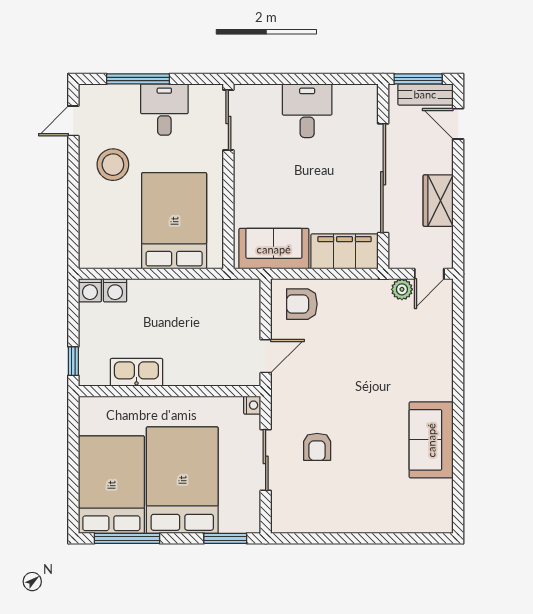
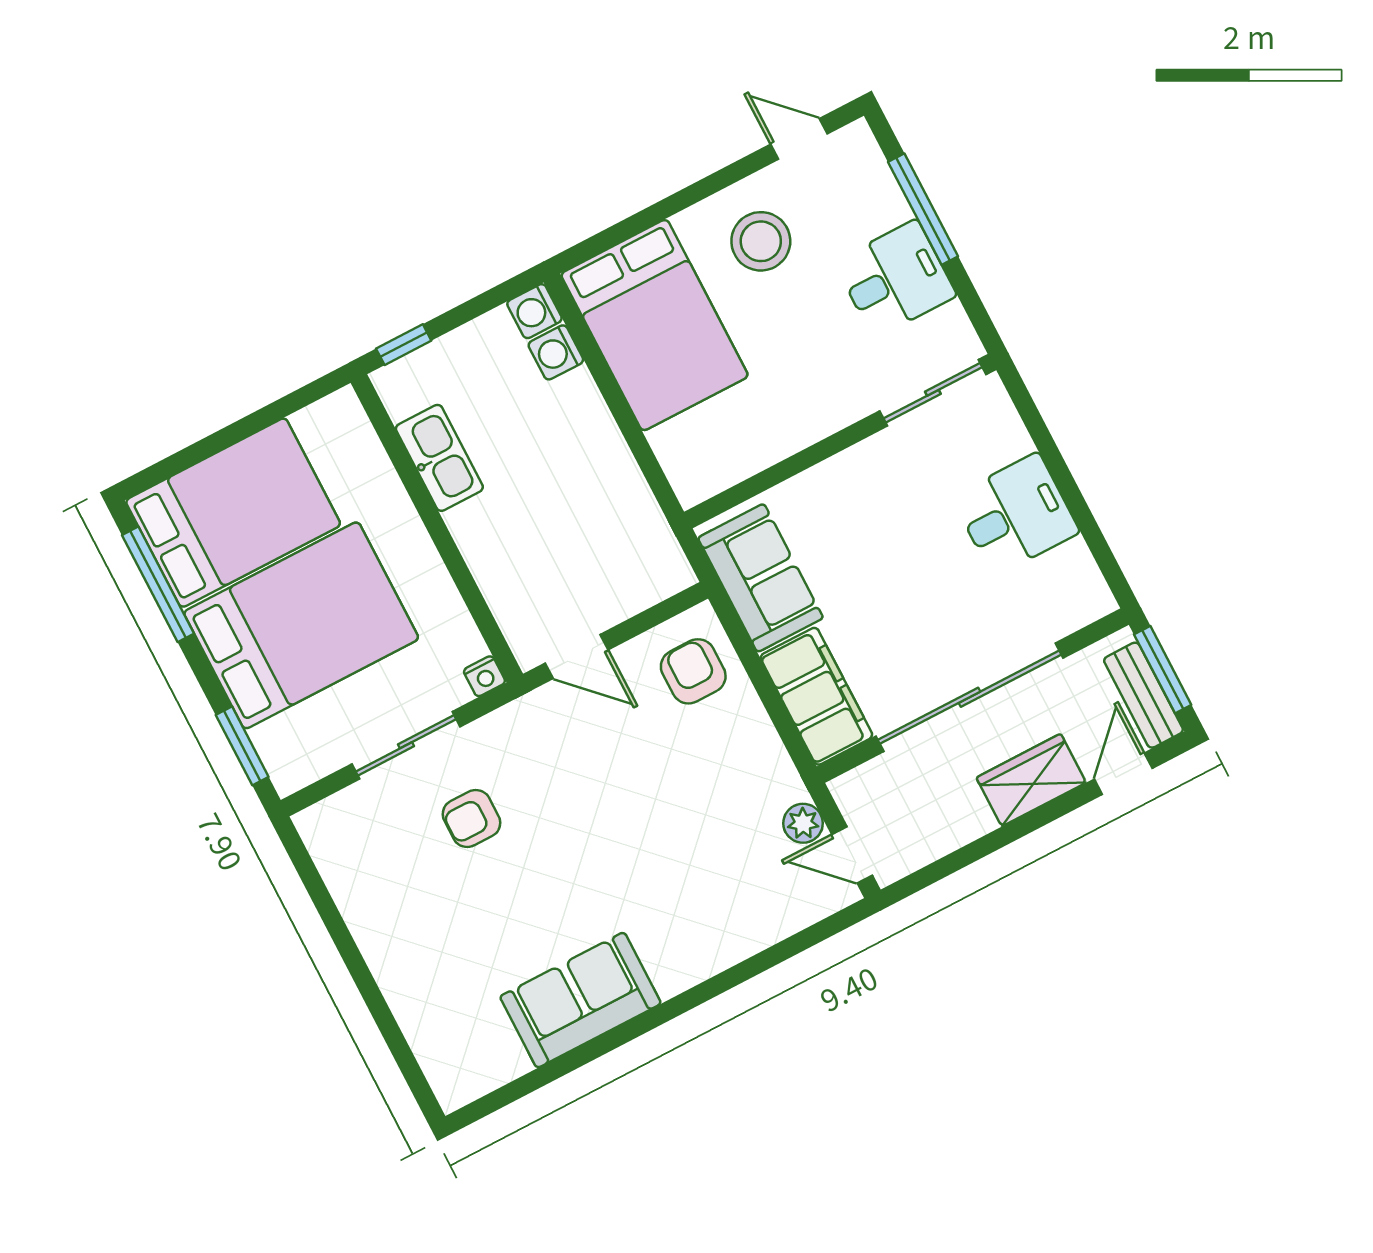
wardrobe: (438, 201) -> (1031, 780), moved
bed: (174, 221) -> (655, 325), moved, turned 90

